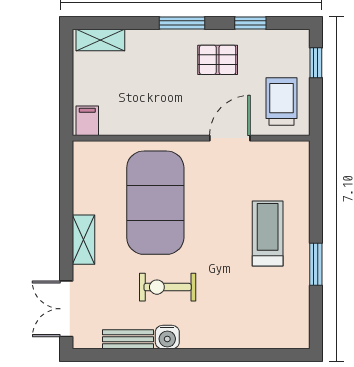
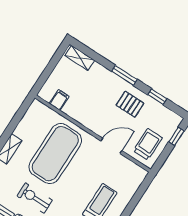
filing cabinet: (87, 121) -> (59, 100), moved

